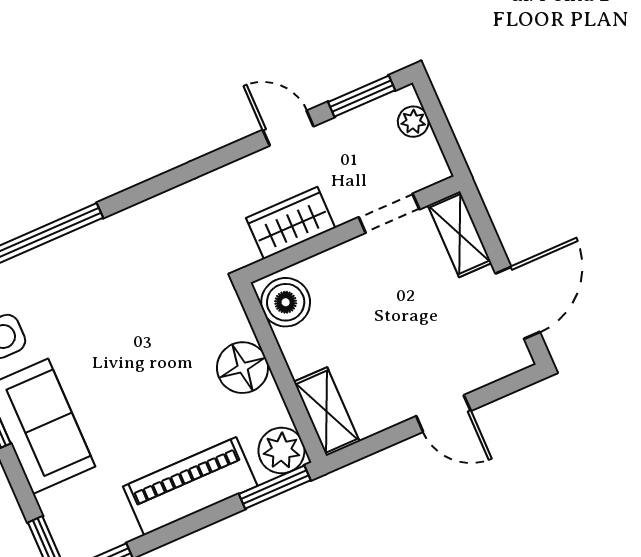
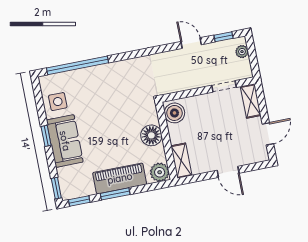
window: (362, 96) -> (223, 37), width x0.67
wardrobe: (291, 223) -> (184, 81), removed
door: (518, 303) -> (268, 134), width x0.73
window: (275, 487) -> (115, 194), moved

